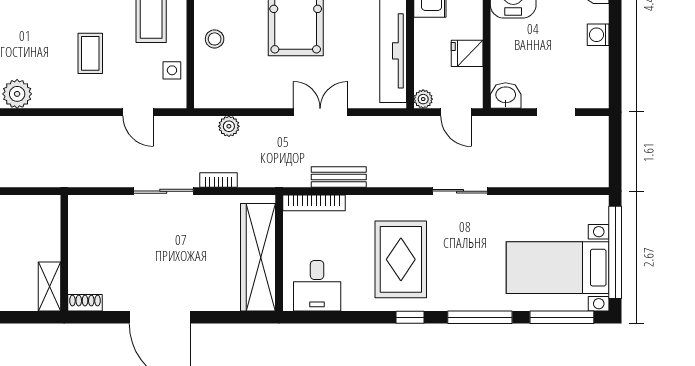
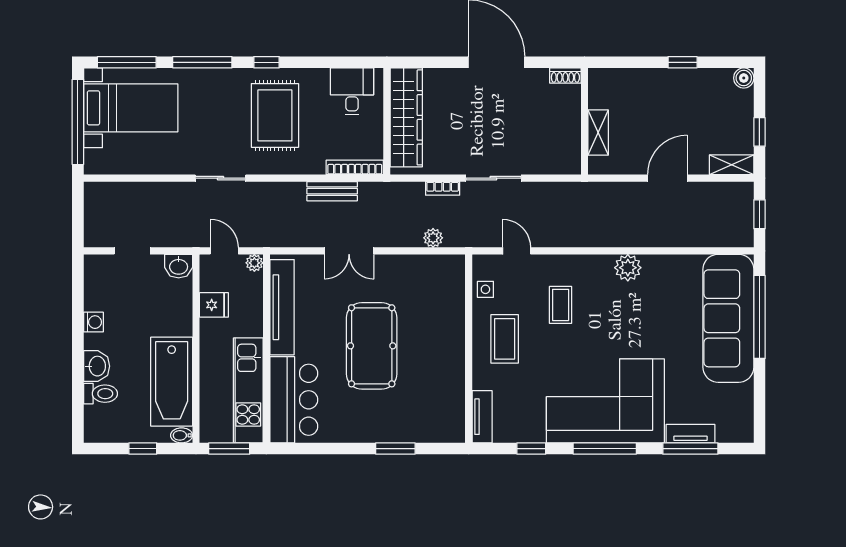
stool: (215, 39) -> (446, 318), removed
shelving: (49, 286) -> (598, 133), moved

